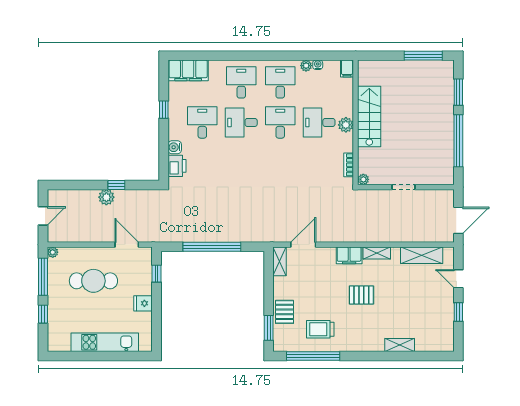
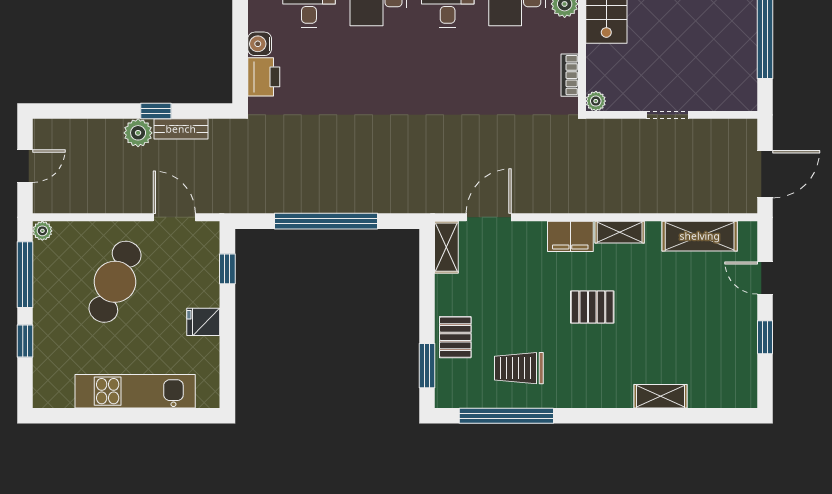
bench: (131, 195) -> (181, 129), added
cafe table: (93, 281) -> (115, 282), turned -67

